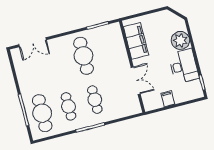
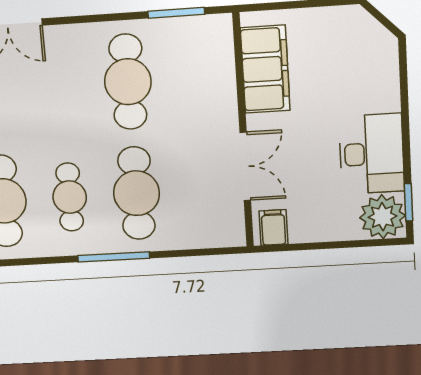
plant: (180, 40) -> (383, 217), moved
filing cabinet: (168, 99) -> (273, 227), moved
cafe table: (95, 100) -> (136, 193), width x1.37, depth x1.35

